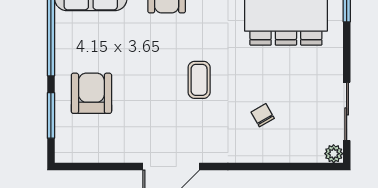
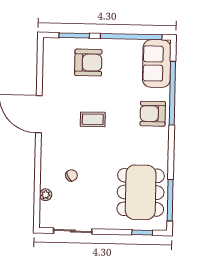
coffee table: (199, 80) -> (93, 119), moved
plant: (334, 154) -> (46, 195), moved

